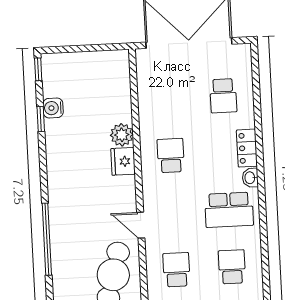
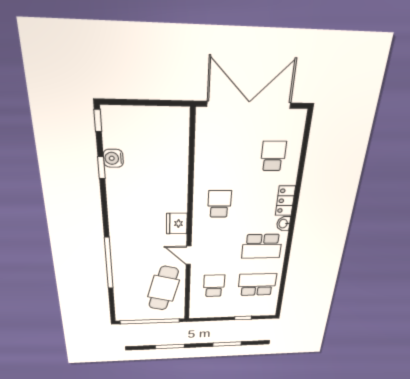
school desk: (223, 96) -> (273, 156), turned 180
plant: (122, 135) -> (177, 185), removed
fridge: (123, 161) -> (177, 224), moved
school desk: (232, 267) -> (257, 285), width x1.85

